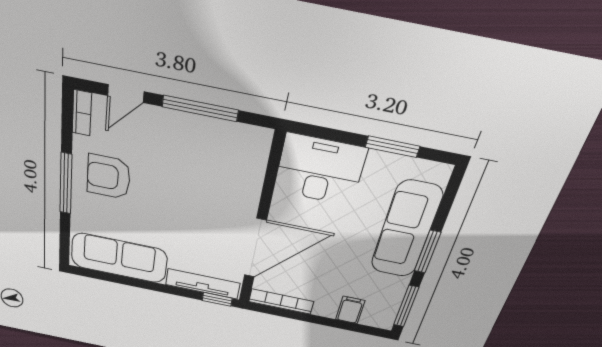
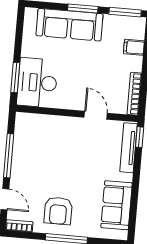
window: (392, 147) -> (15, 78), moved
door: (255, 248) -> (96, 115), width x0.53
sofa: (119, 258) -> (117, 205), width x0.73

